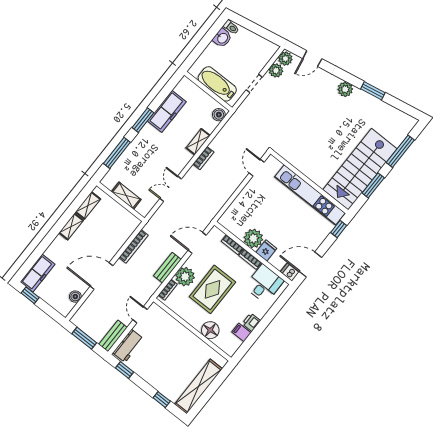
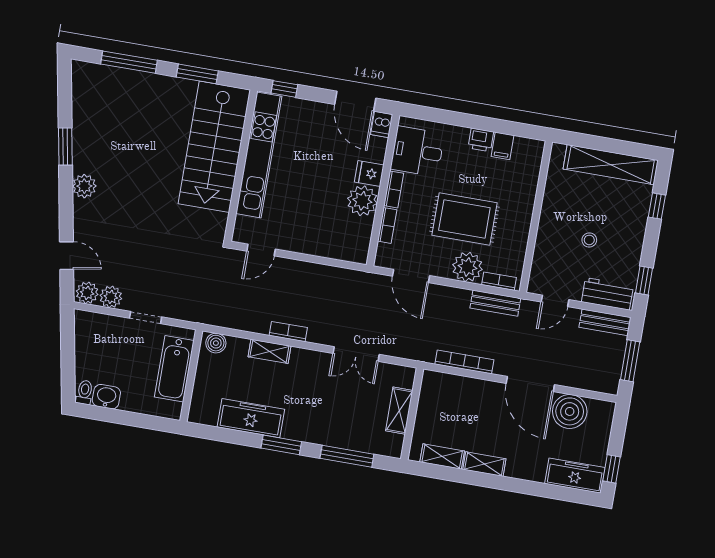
stairs: (360, 169) -> (214, 147), moved, turned 90
bench: (167, 268) -> (495, 303), moved
boiler: (75, 297) -> (570, 411), width x1.86, depth x1.86
floor lamp: (210, 330) -> (523, 191), removed
stool: (163, 352) -> (589, 240), added

